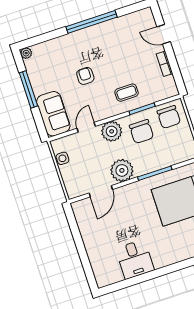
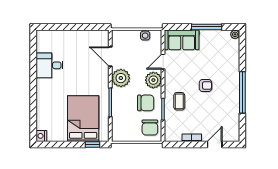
armchair: (85, 76) -> (206, 85), moved
chair: (169, 117) -> (150, 128), turned -90
door: (86, 127) -> (163, 62), swing flipped
chair: (142, 131) -> (146, 103), turned 180

